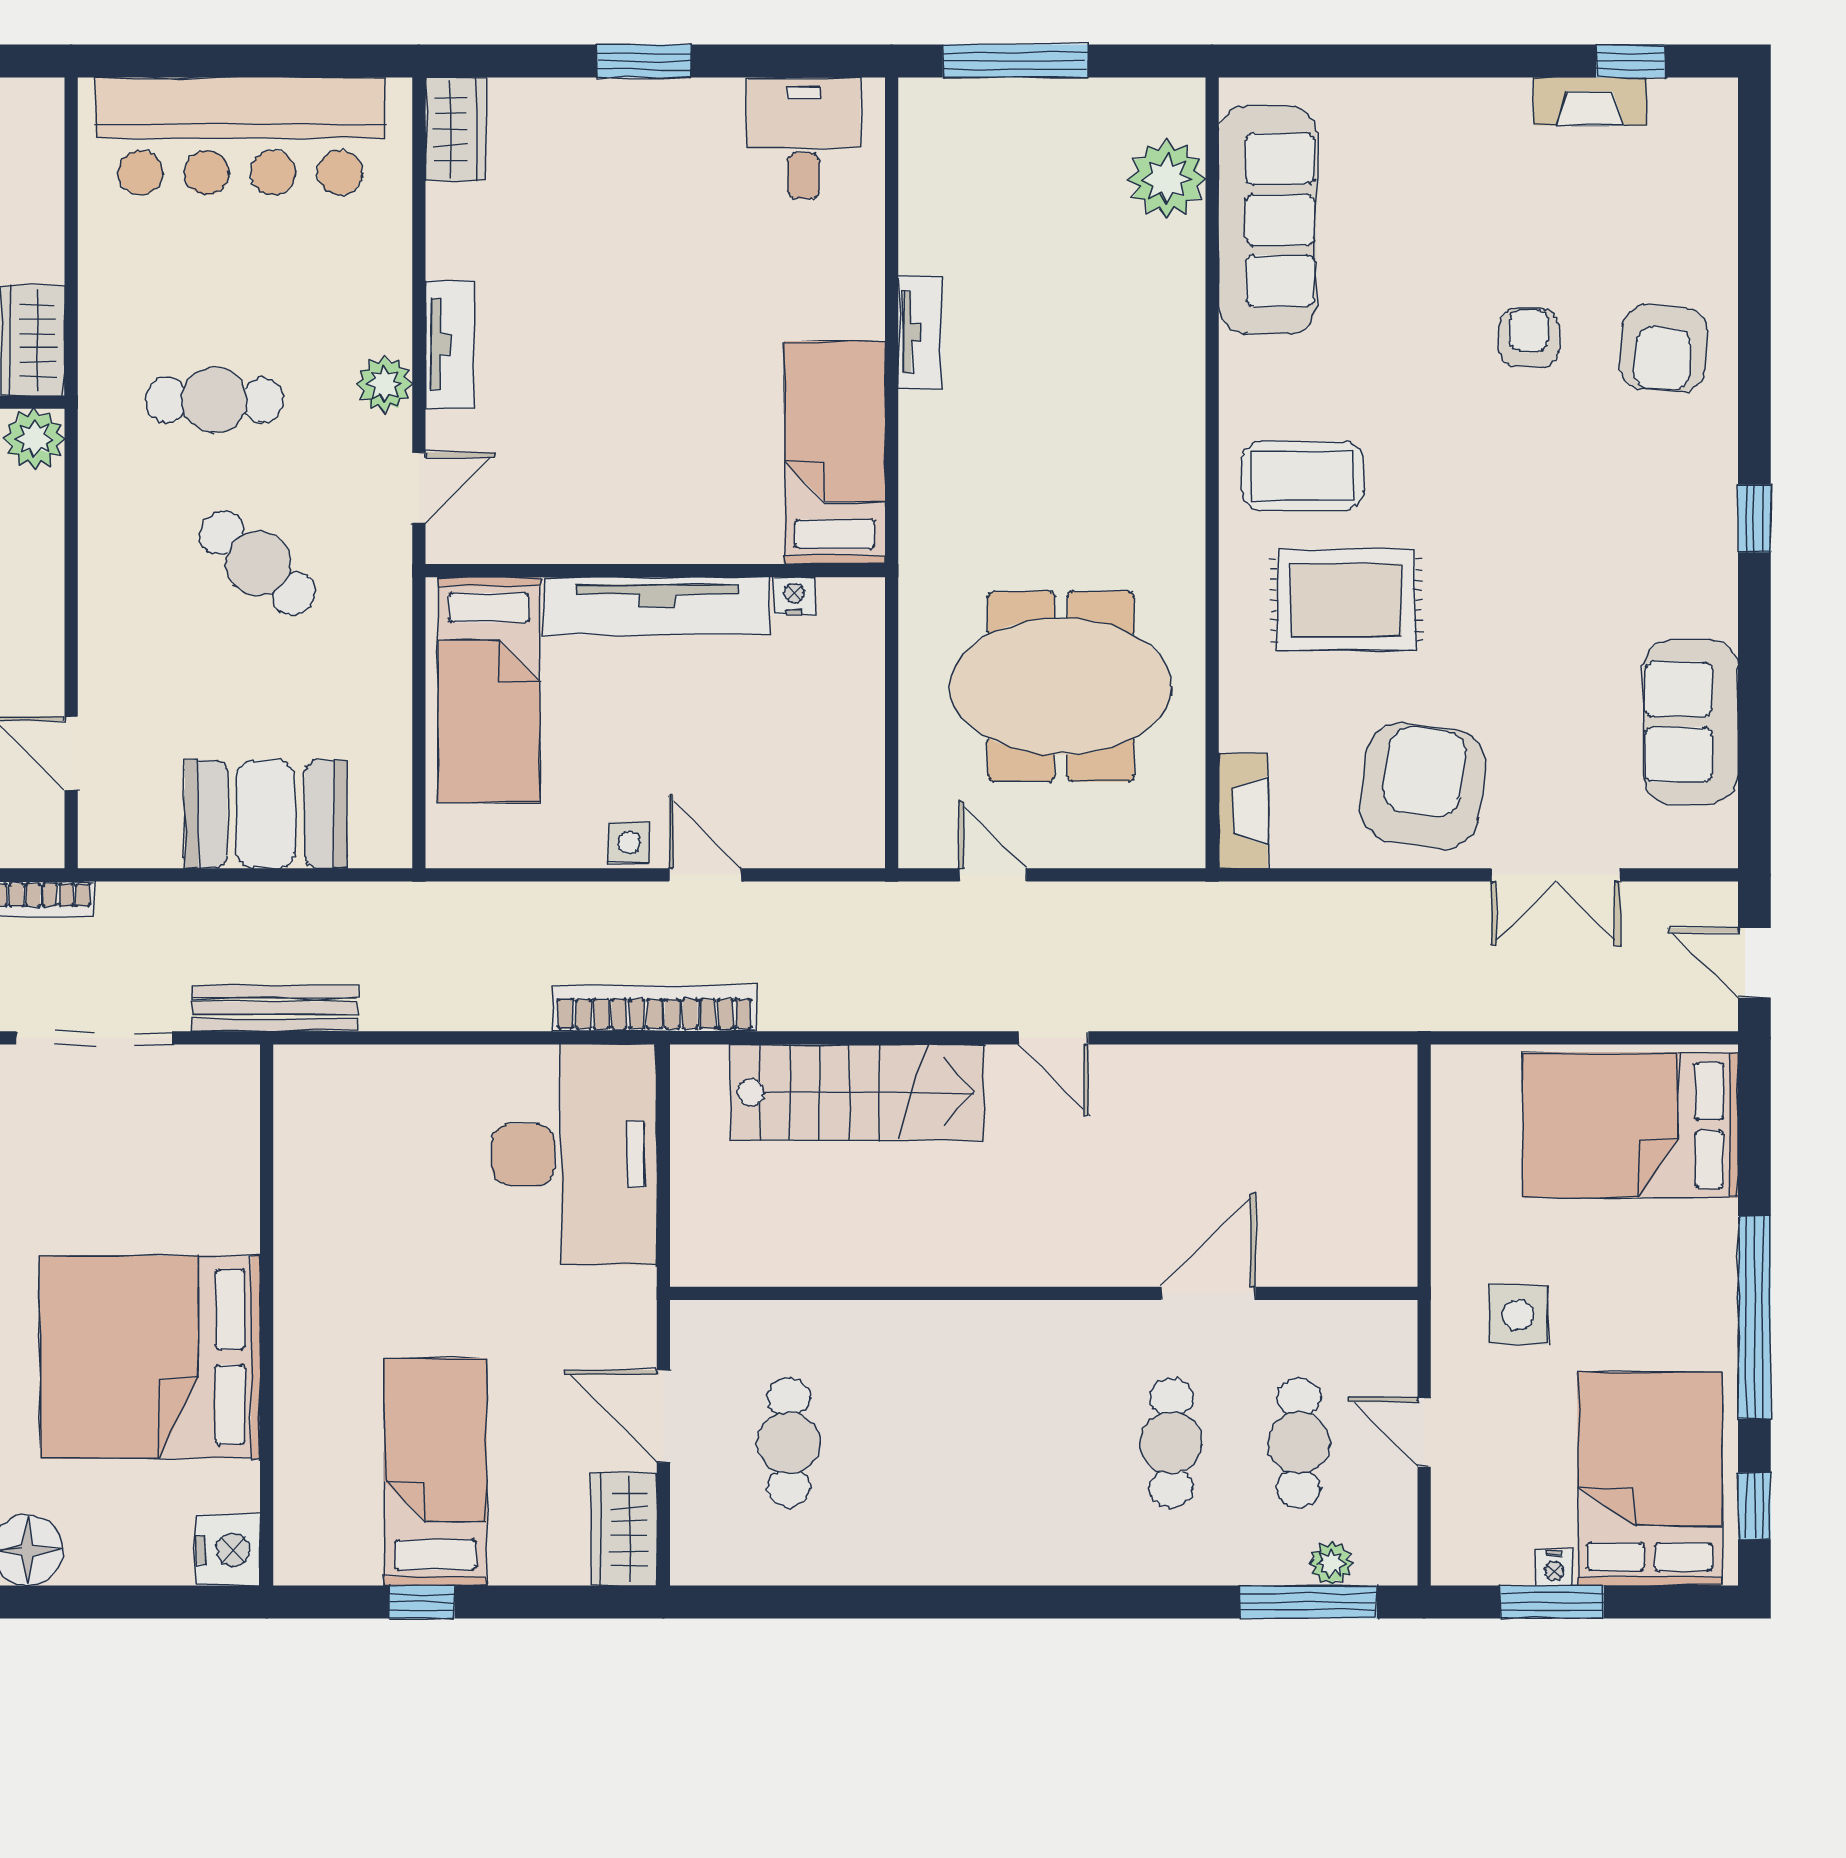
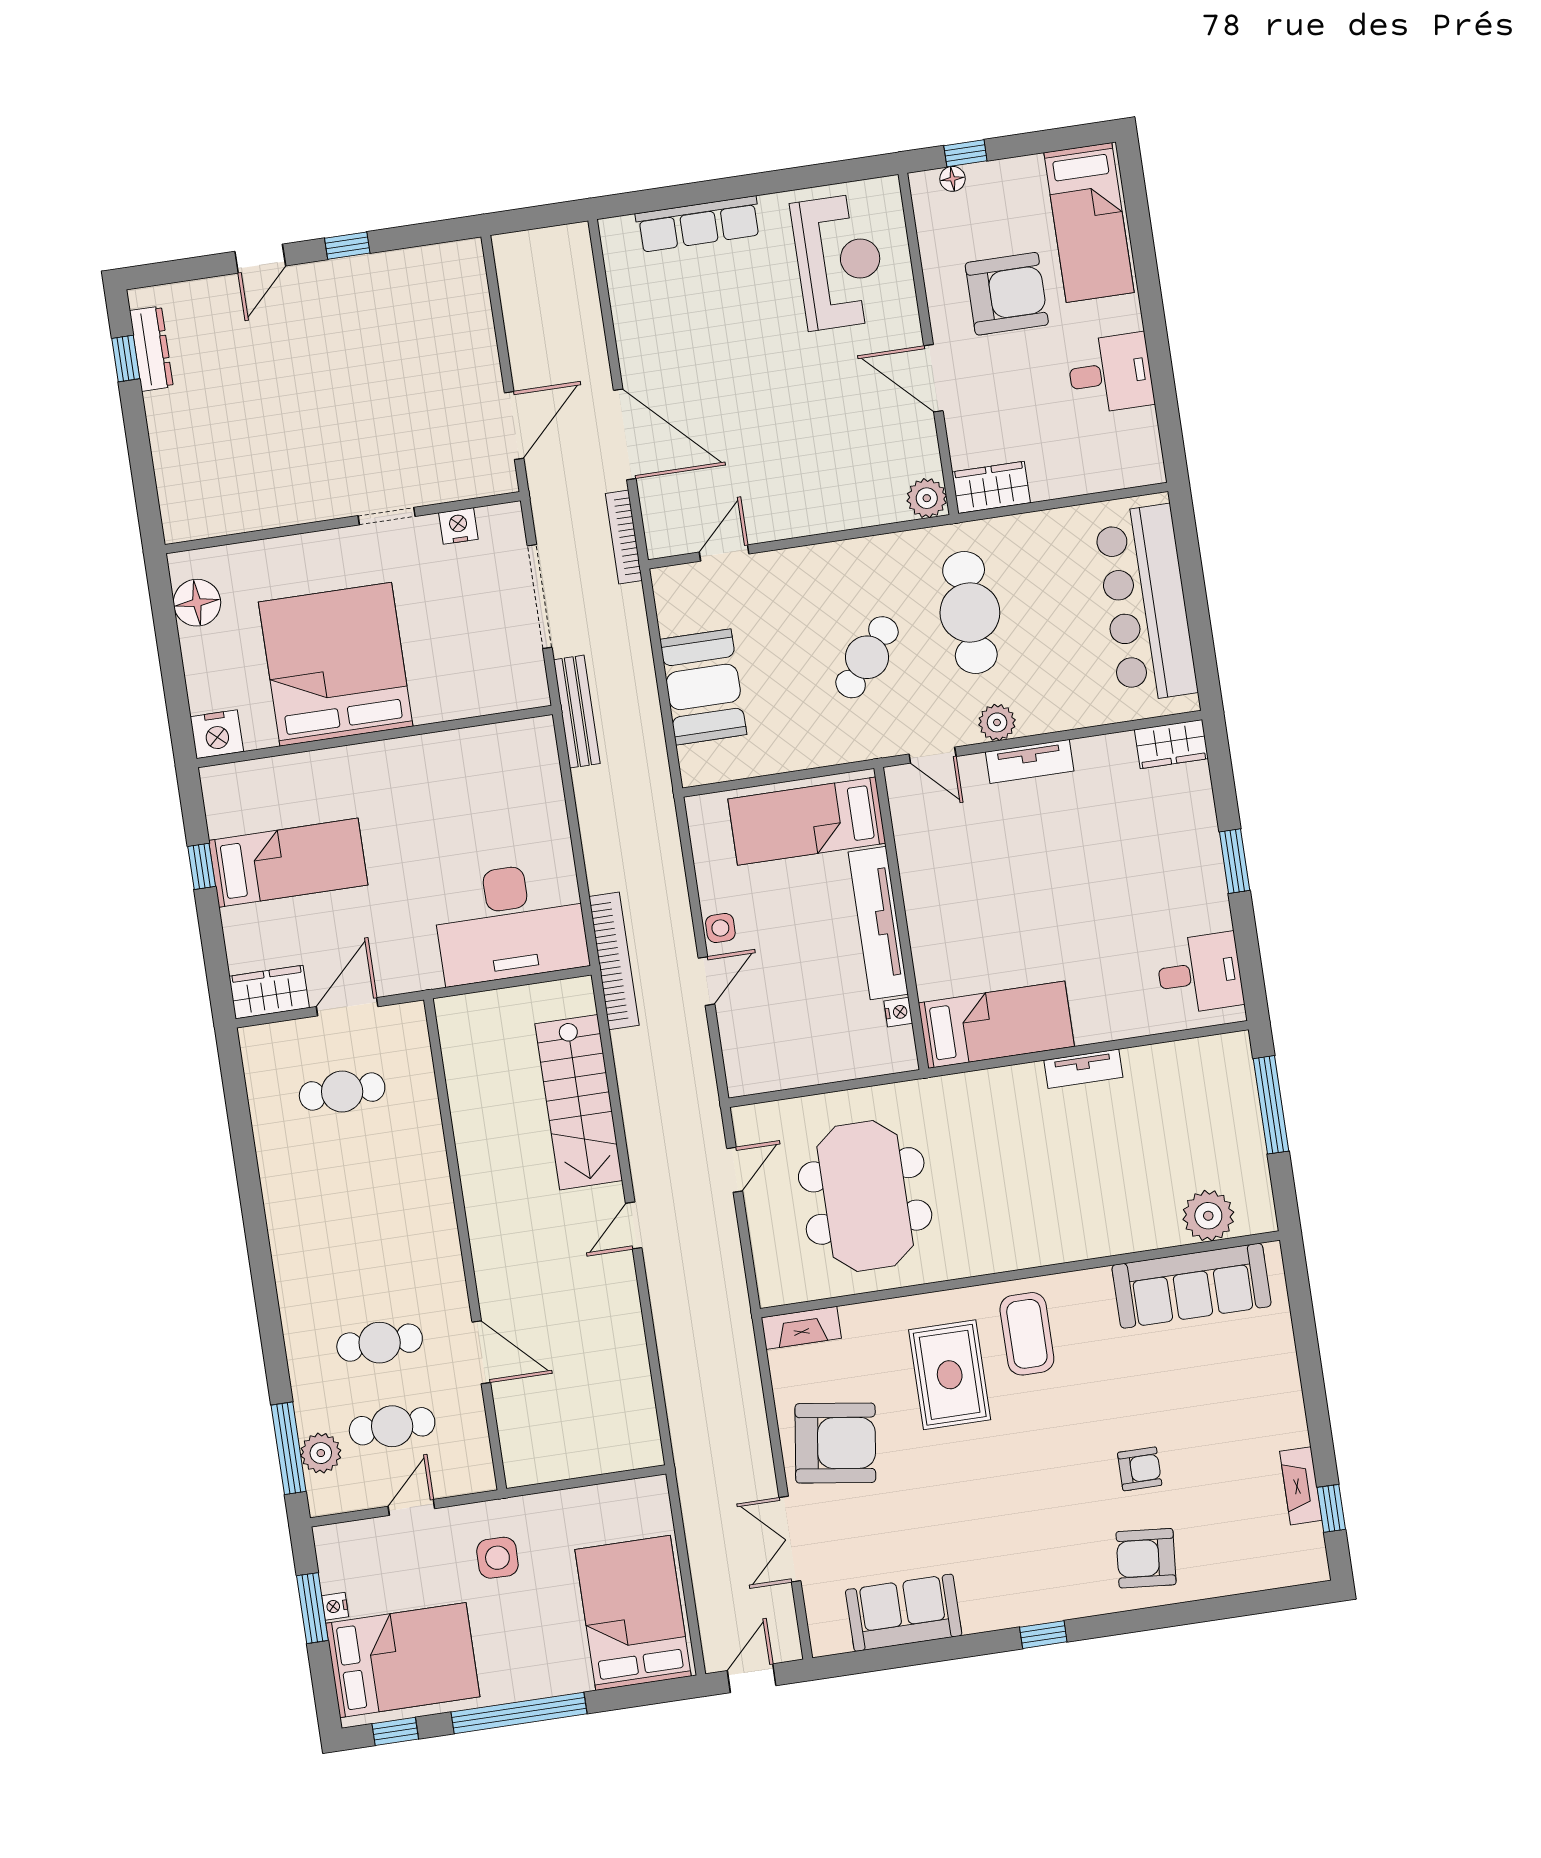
cafe table: (214, 400) -> (970, 612), width x1.37, depth x1.35
plant: (1331, 1563) -> (321, 1453), width x1.38, depth x1.38

